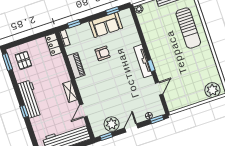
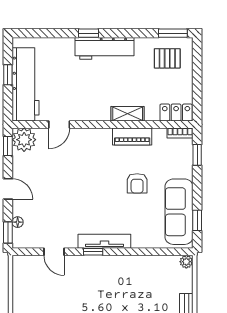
sofa: (106, 25) -> (179, 212), width x1.36
shelving: (70, 92) -> (128, 114), moved
door: (83, 111) -> (59, 124), swing flipped
plant: (112, 124) -> (24, 140), moved

